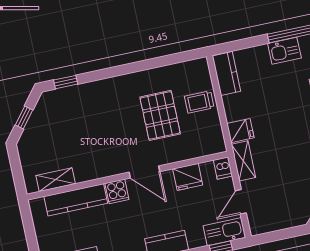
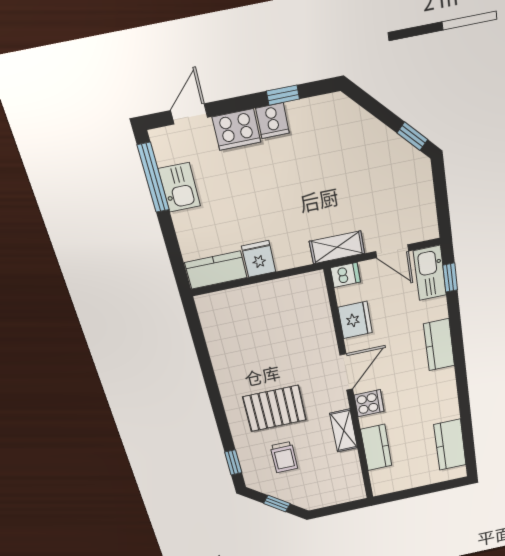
trolley: (199, 102) -> (284, 457), moved
pallet: (160, 115) -> (275, 408), moved
fridge: (240, 131) -> (259, 259), moved
shelving: (56, 180) -> (344, 431), moved
kitchen counter: (76, 200) -> (376, 448), width x0.67

